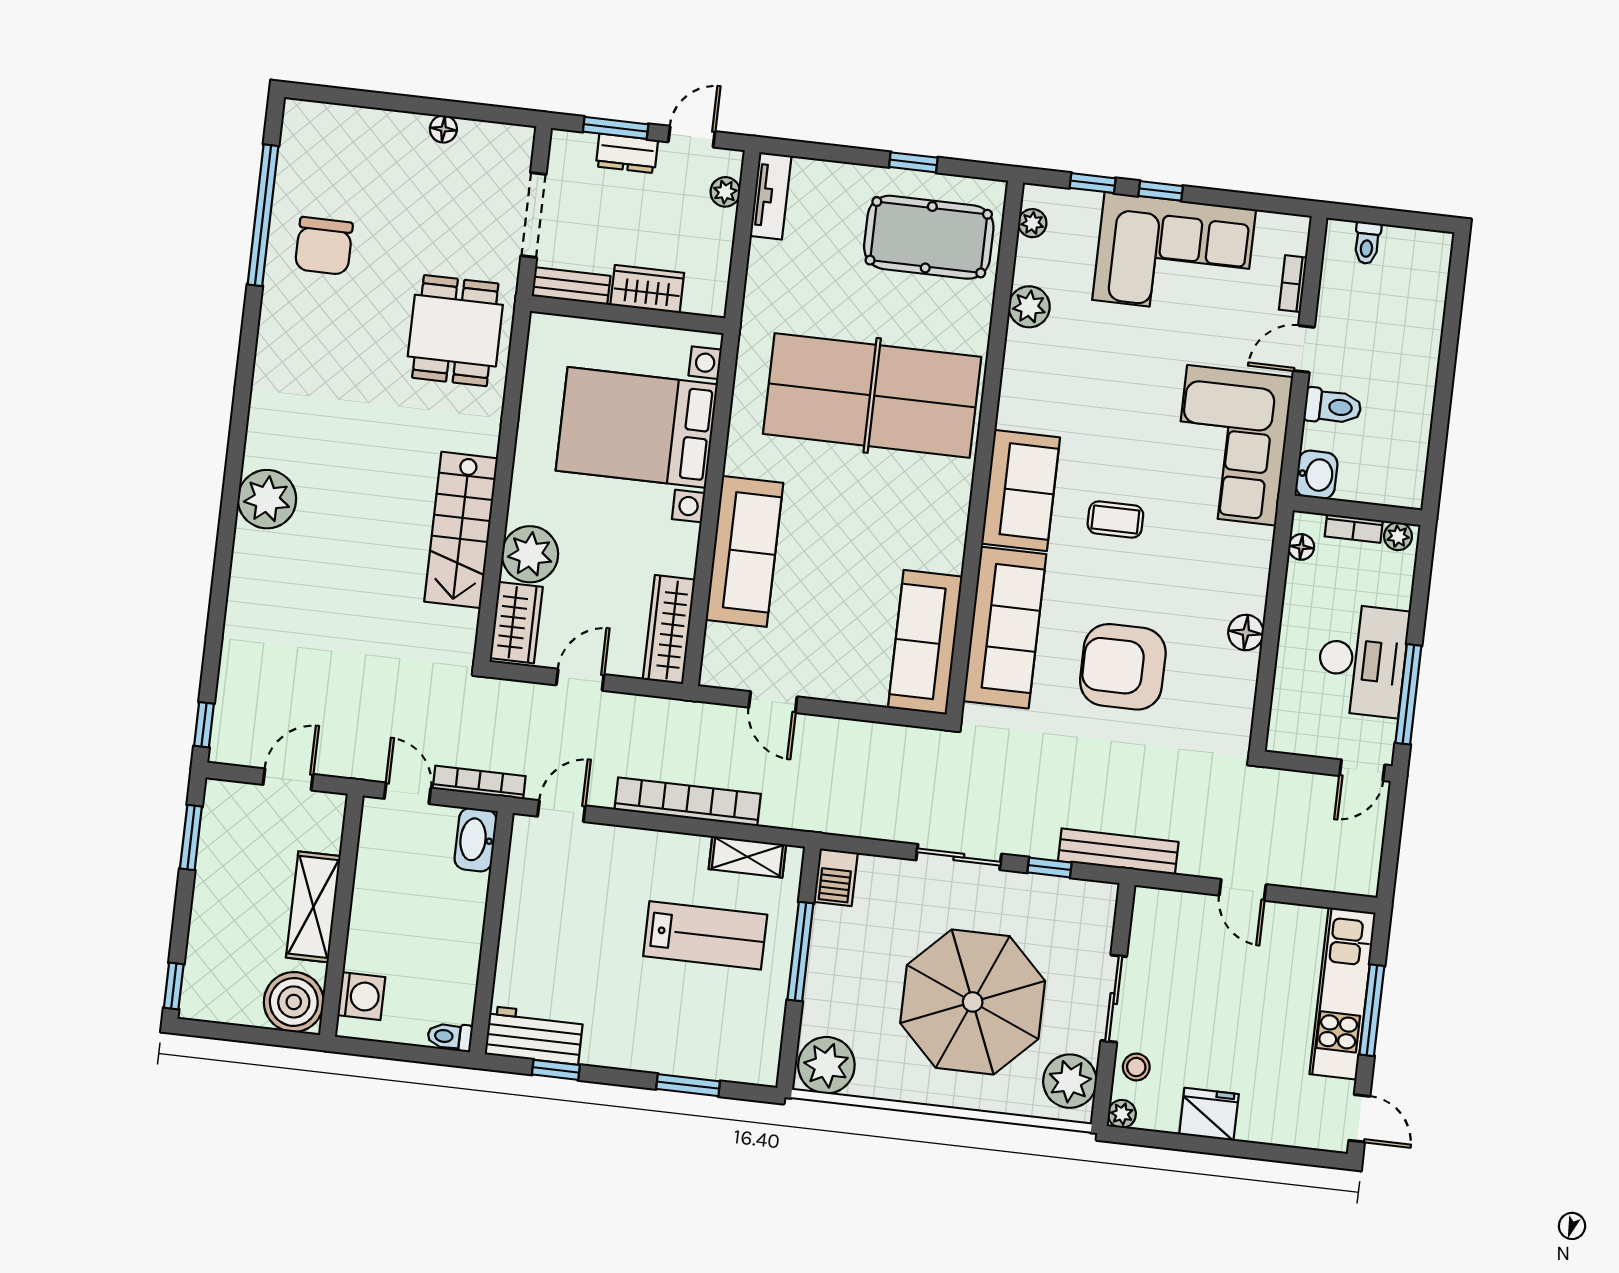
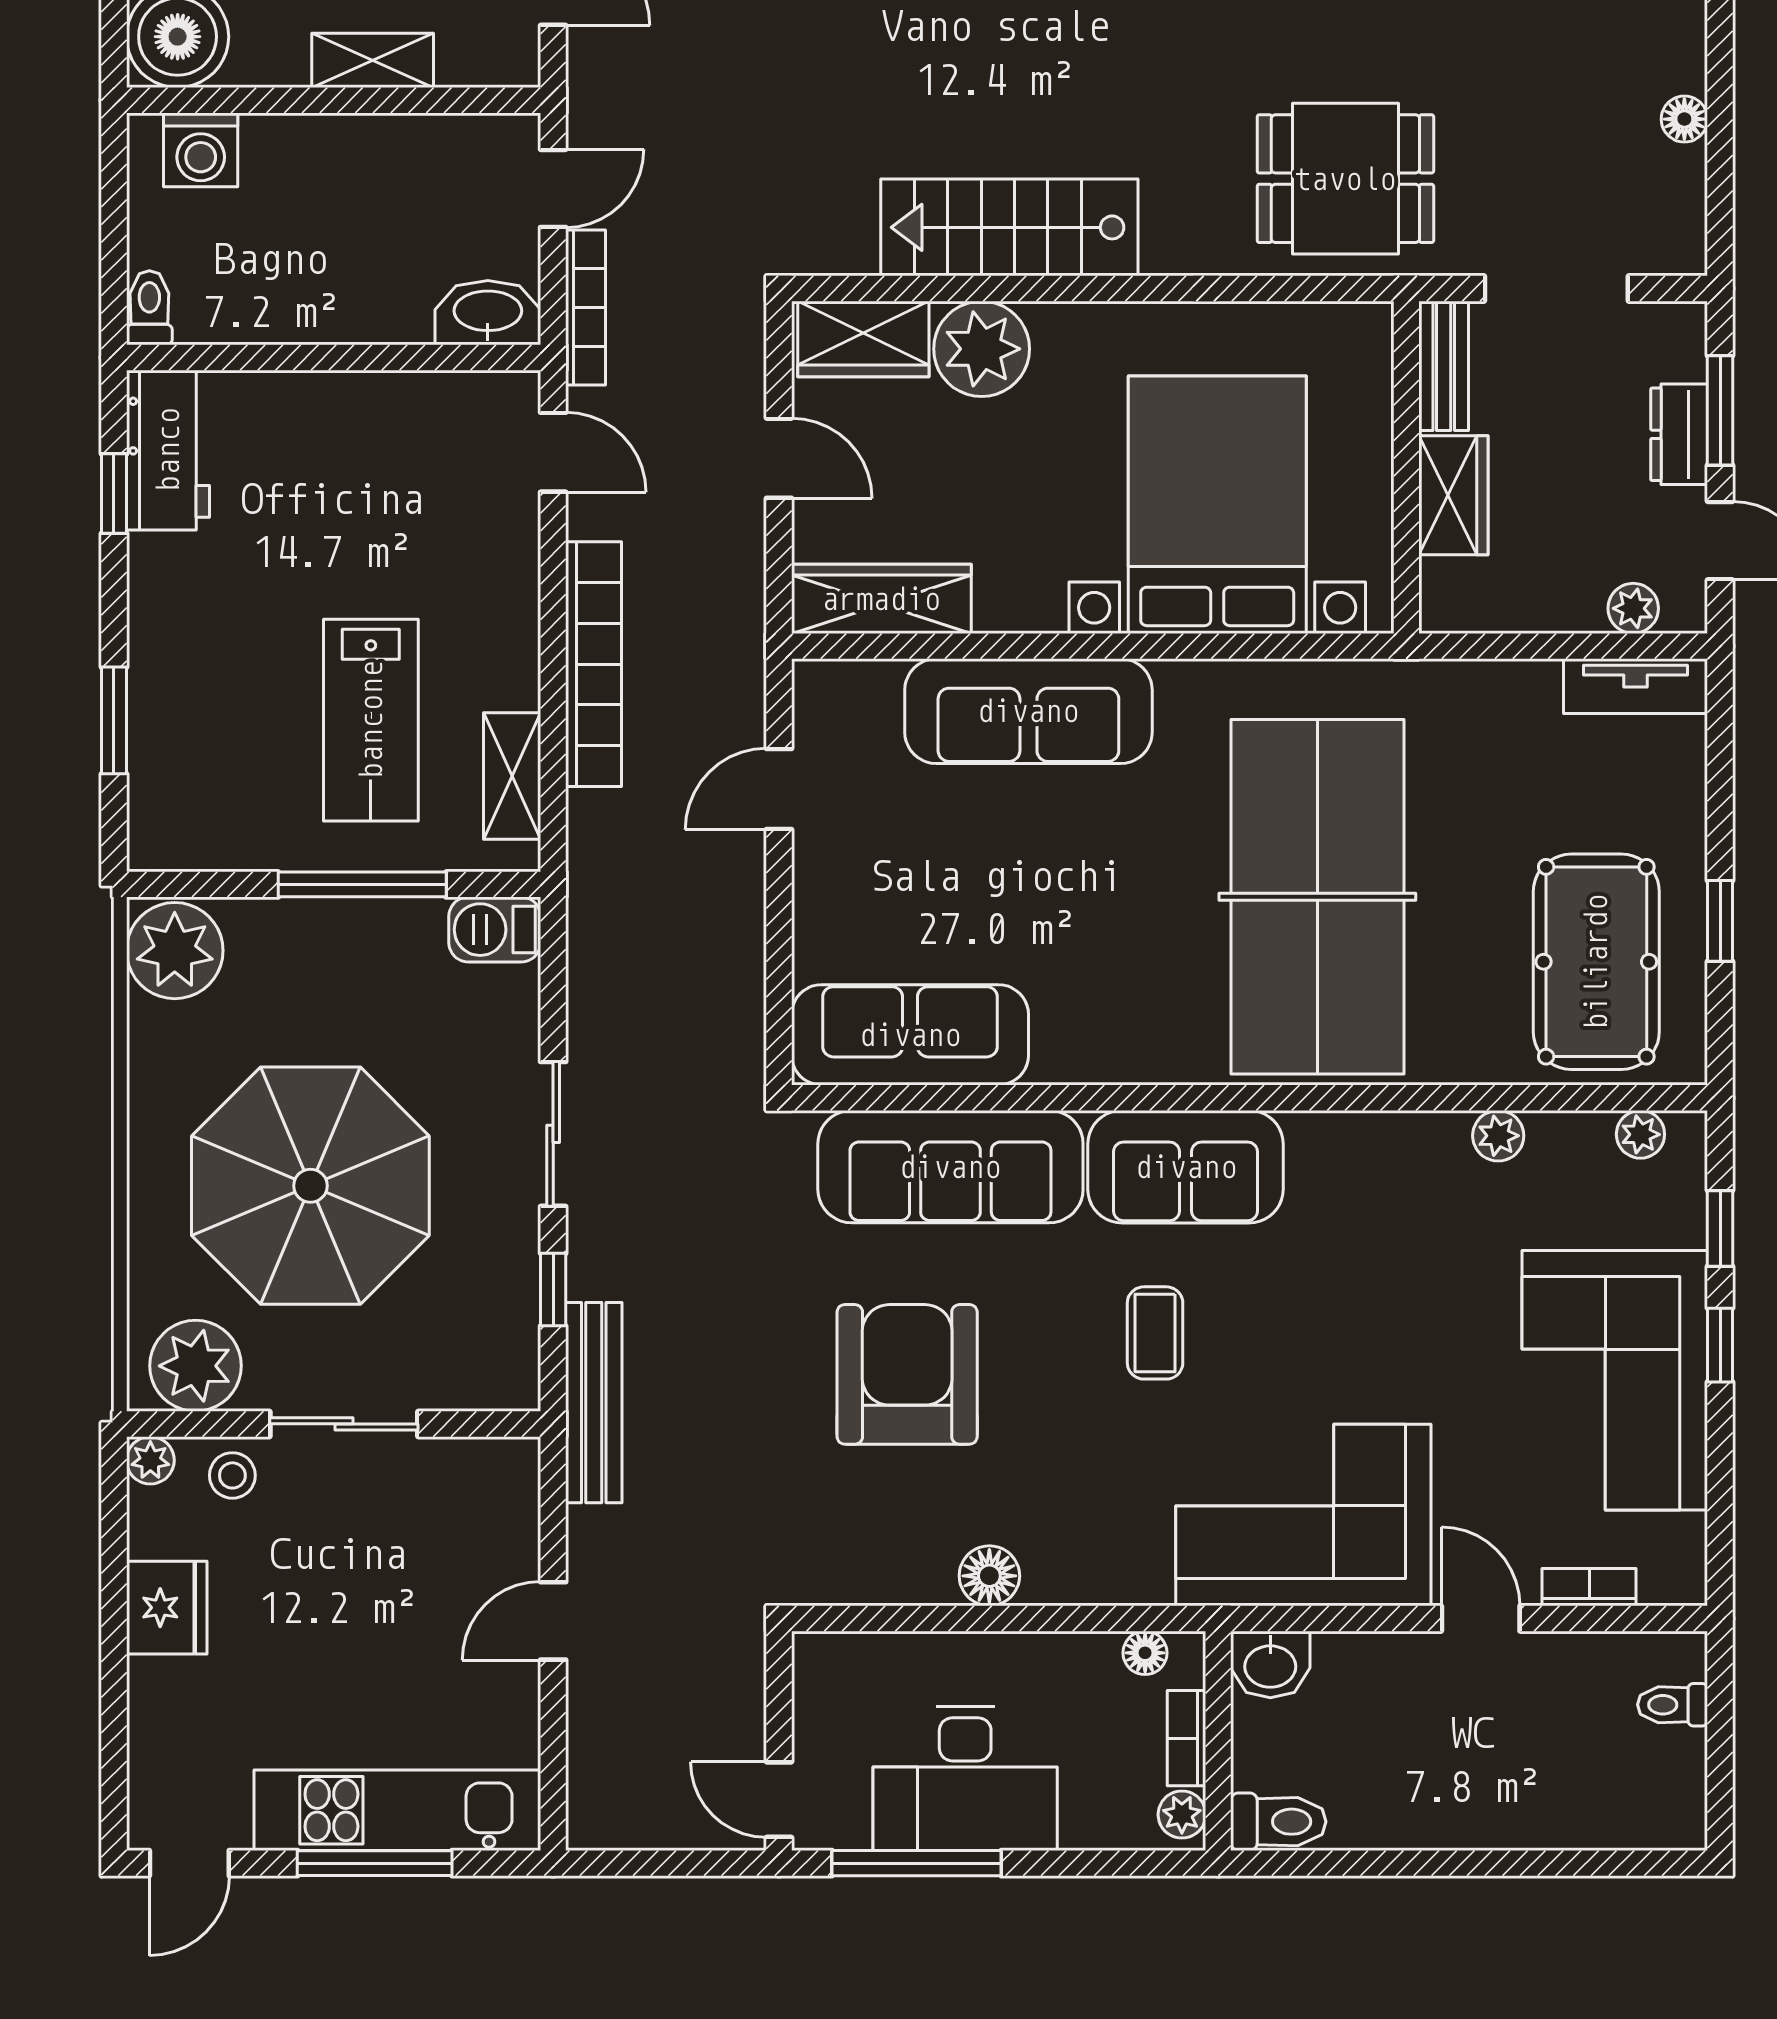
plant: (1029, 307) -> (1498, 1136), width x0.73, depth x0.73
toilet: (1333, 407) -> (1278, 1822), moved, turned -90
shelving: (313, 907) -> (373, 60), width x0.67, depth x0.75

